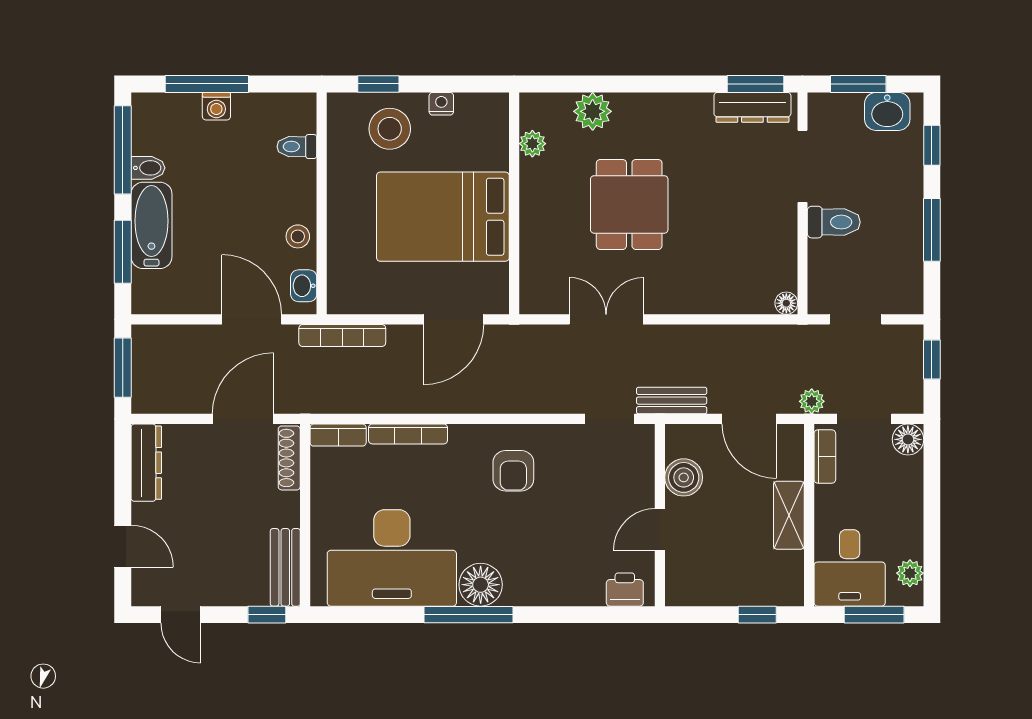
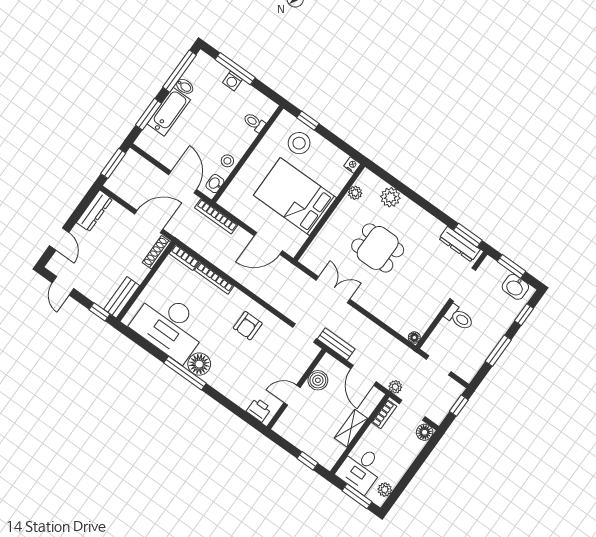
nightstand: (441, 104) -> (352, 165), moved
dining table: (629, 204) -> (378, 248), turned 90

